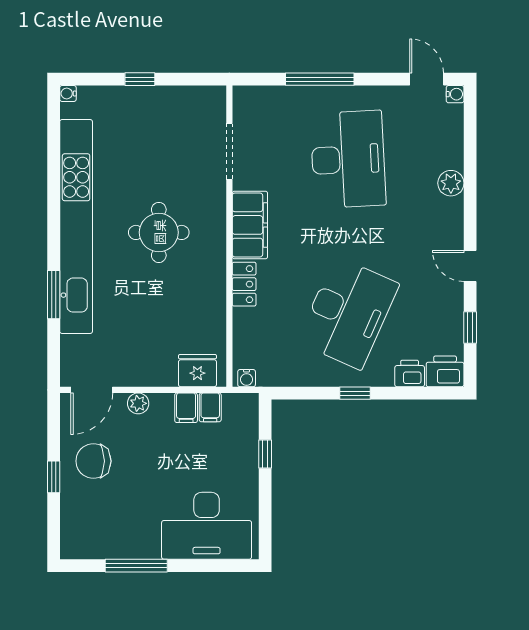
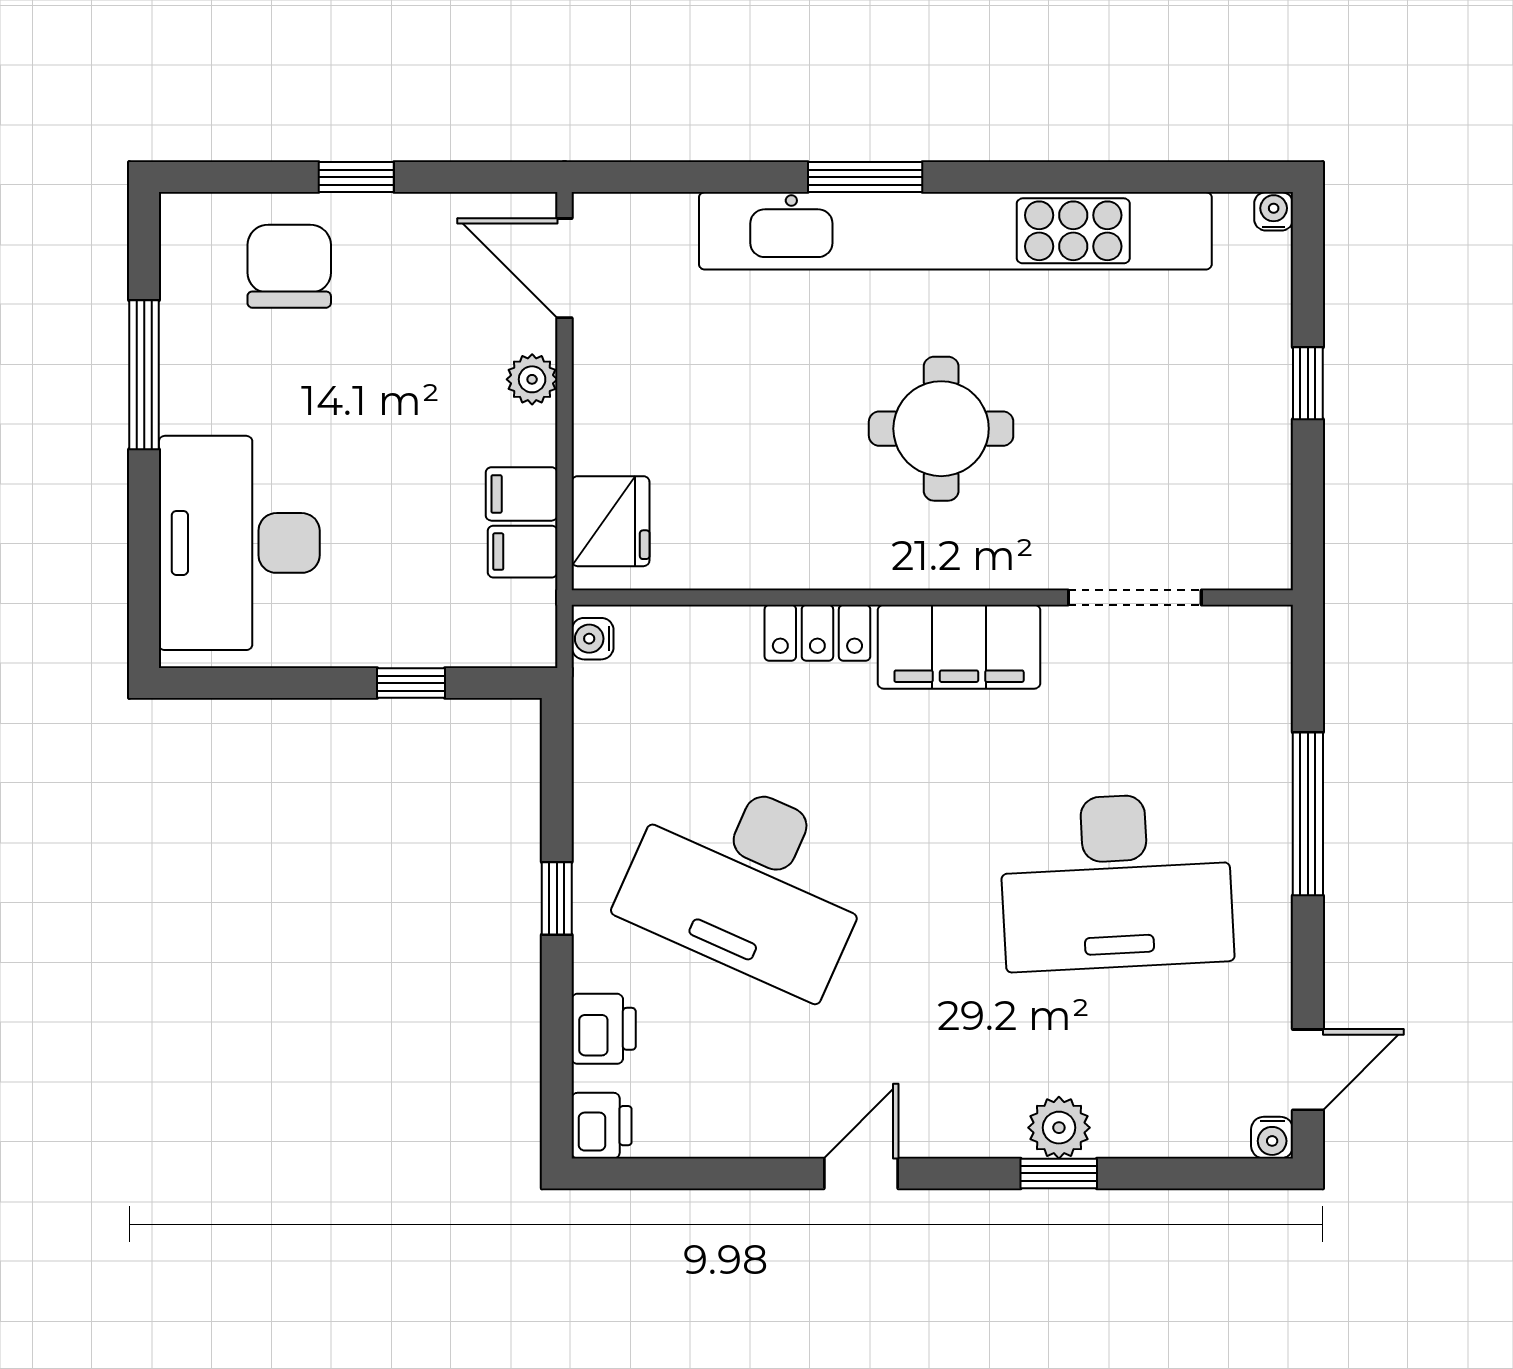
window: (54, 295) -> (865, 177), moved
window: (470, 327) -> (1059, 1173), moved
printer: (445, 371) -> (602, 1126), width x0.73, depth x0.81
chair: (93, 461) -> (289, 266), moved

